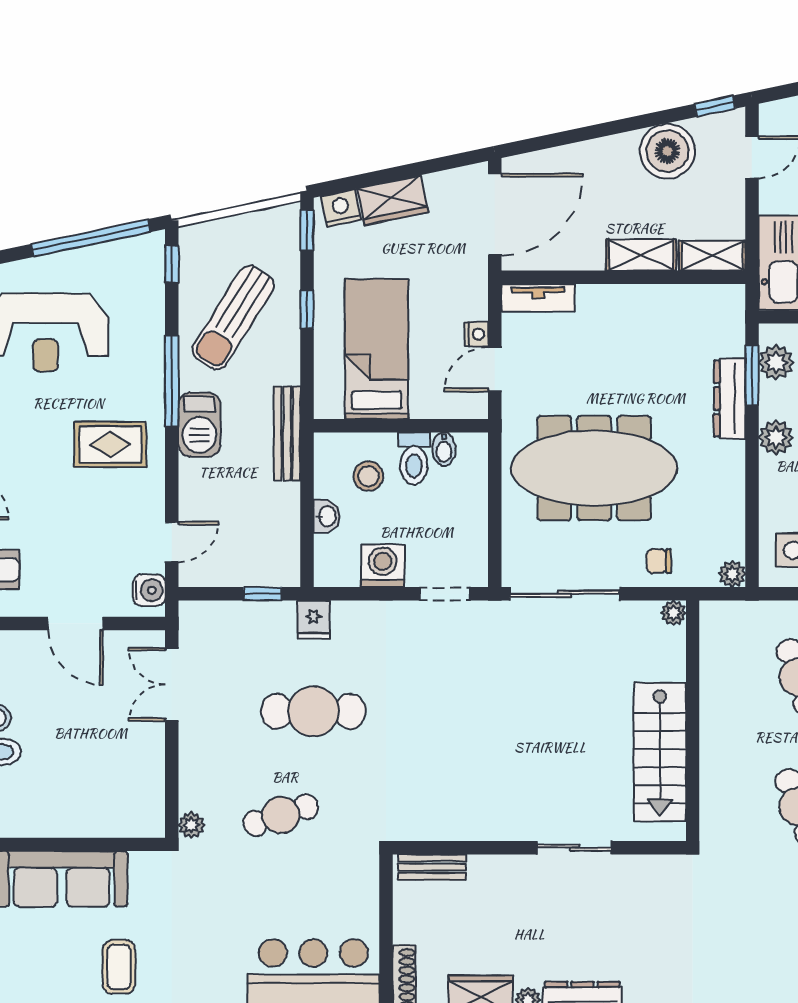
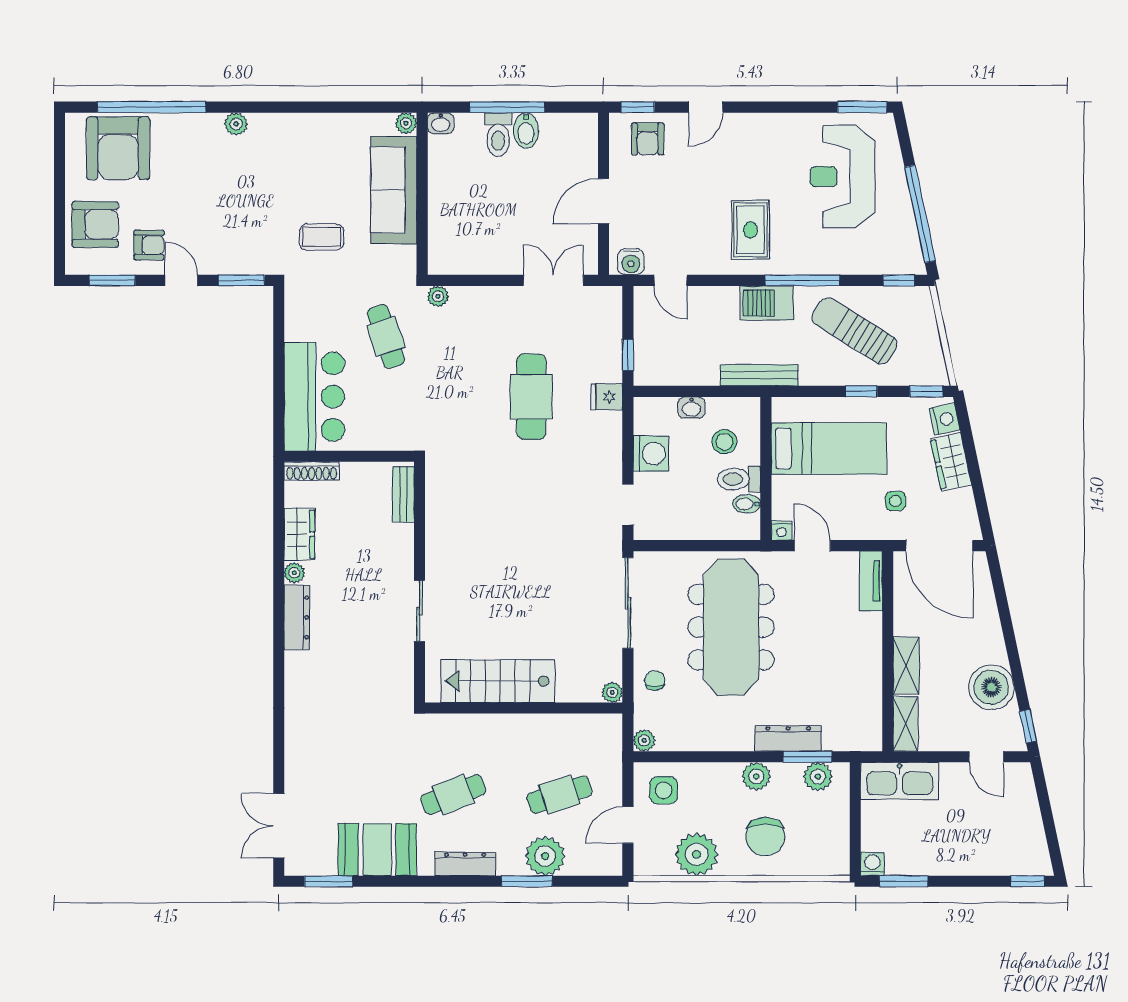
side table: (441, 268) -> (895, 501), added
nightstand: (477, 334) -> (781, 531), moved
cafe table: (281, 815) -> (386, 336), moved

